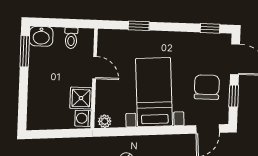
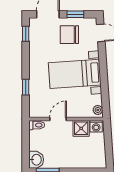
toilet: (71, 38) -> (37, 125), moved

